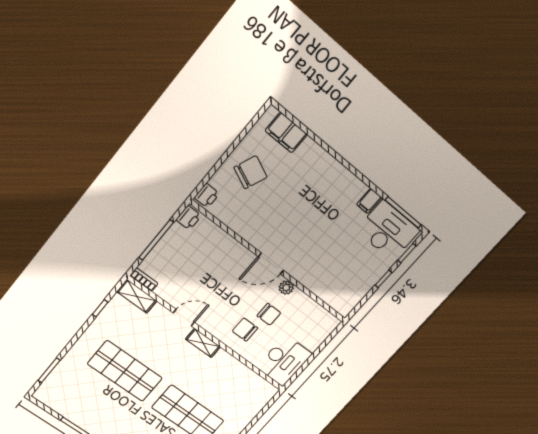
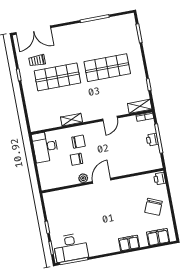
filing cabinet: (369, 201) -> (129, 243), moved, width x2.00
printer: (189, 218) -> (152, 140), moved
shelving: (203, 343) -> (71, 120), moved

